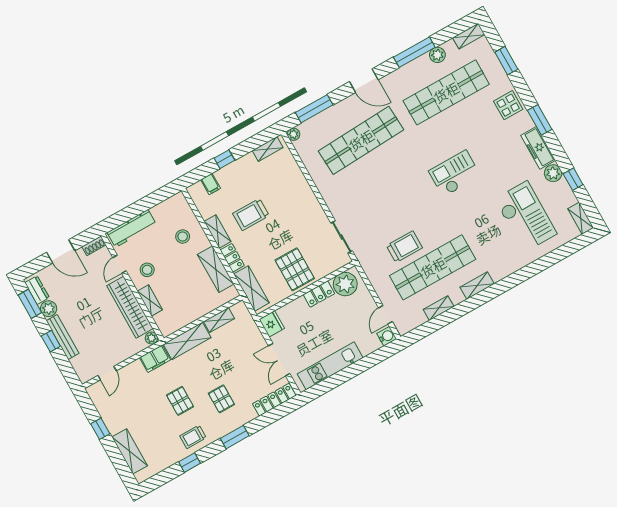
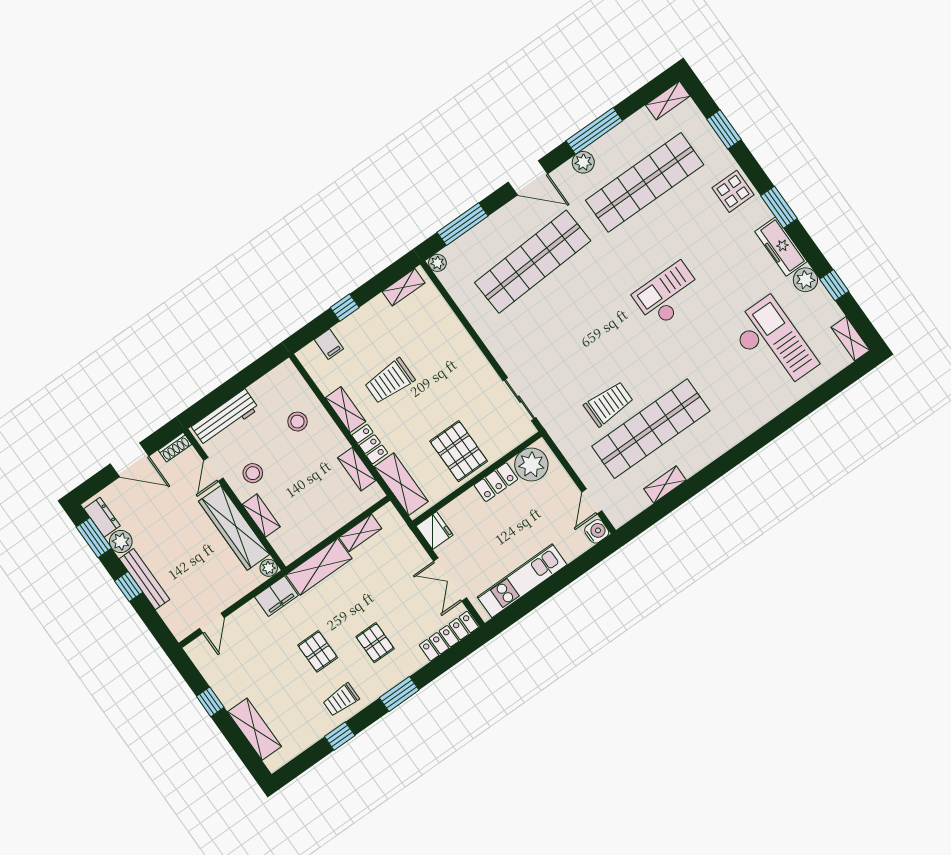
plant: (437, 55) -> (583, 162), moved
shelving: (216, 269) -> (357, 469), width x0.67, depth x0.75
shelving: (477, 286) -> (716, 447), removed

